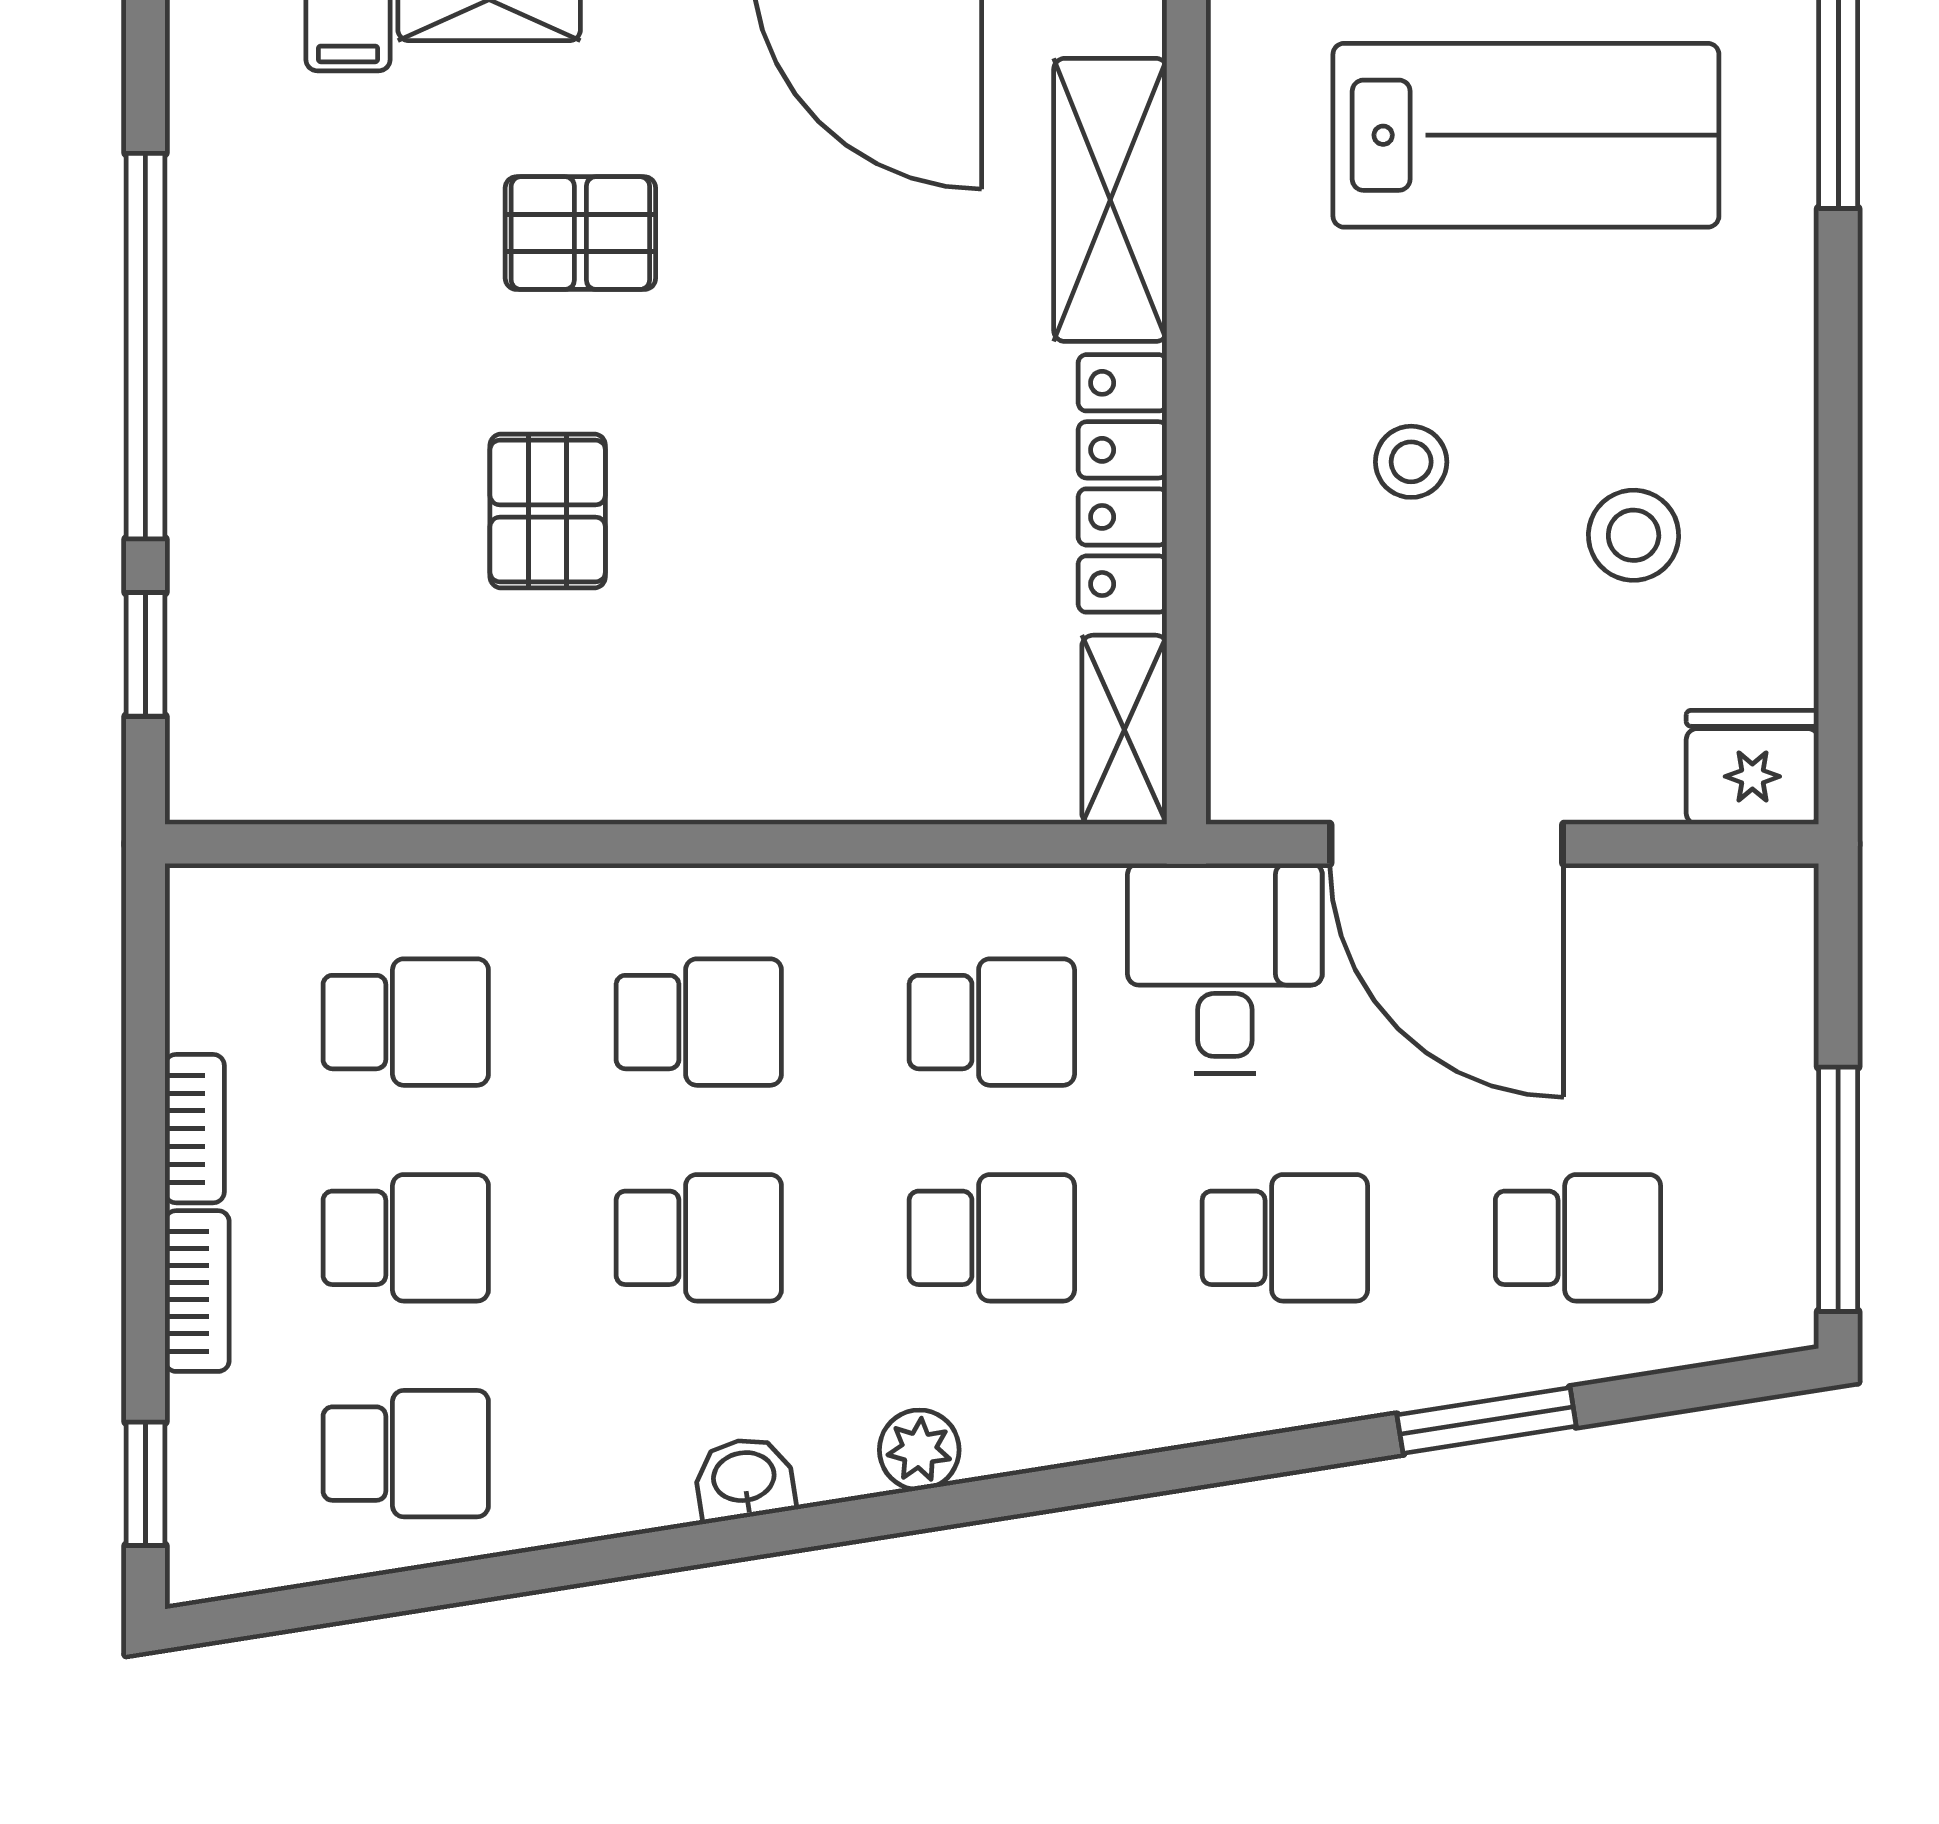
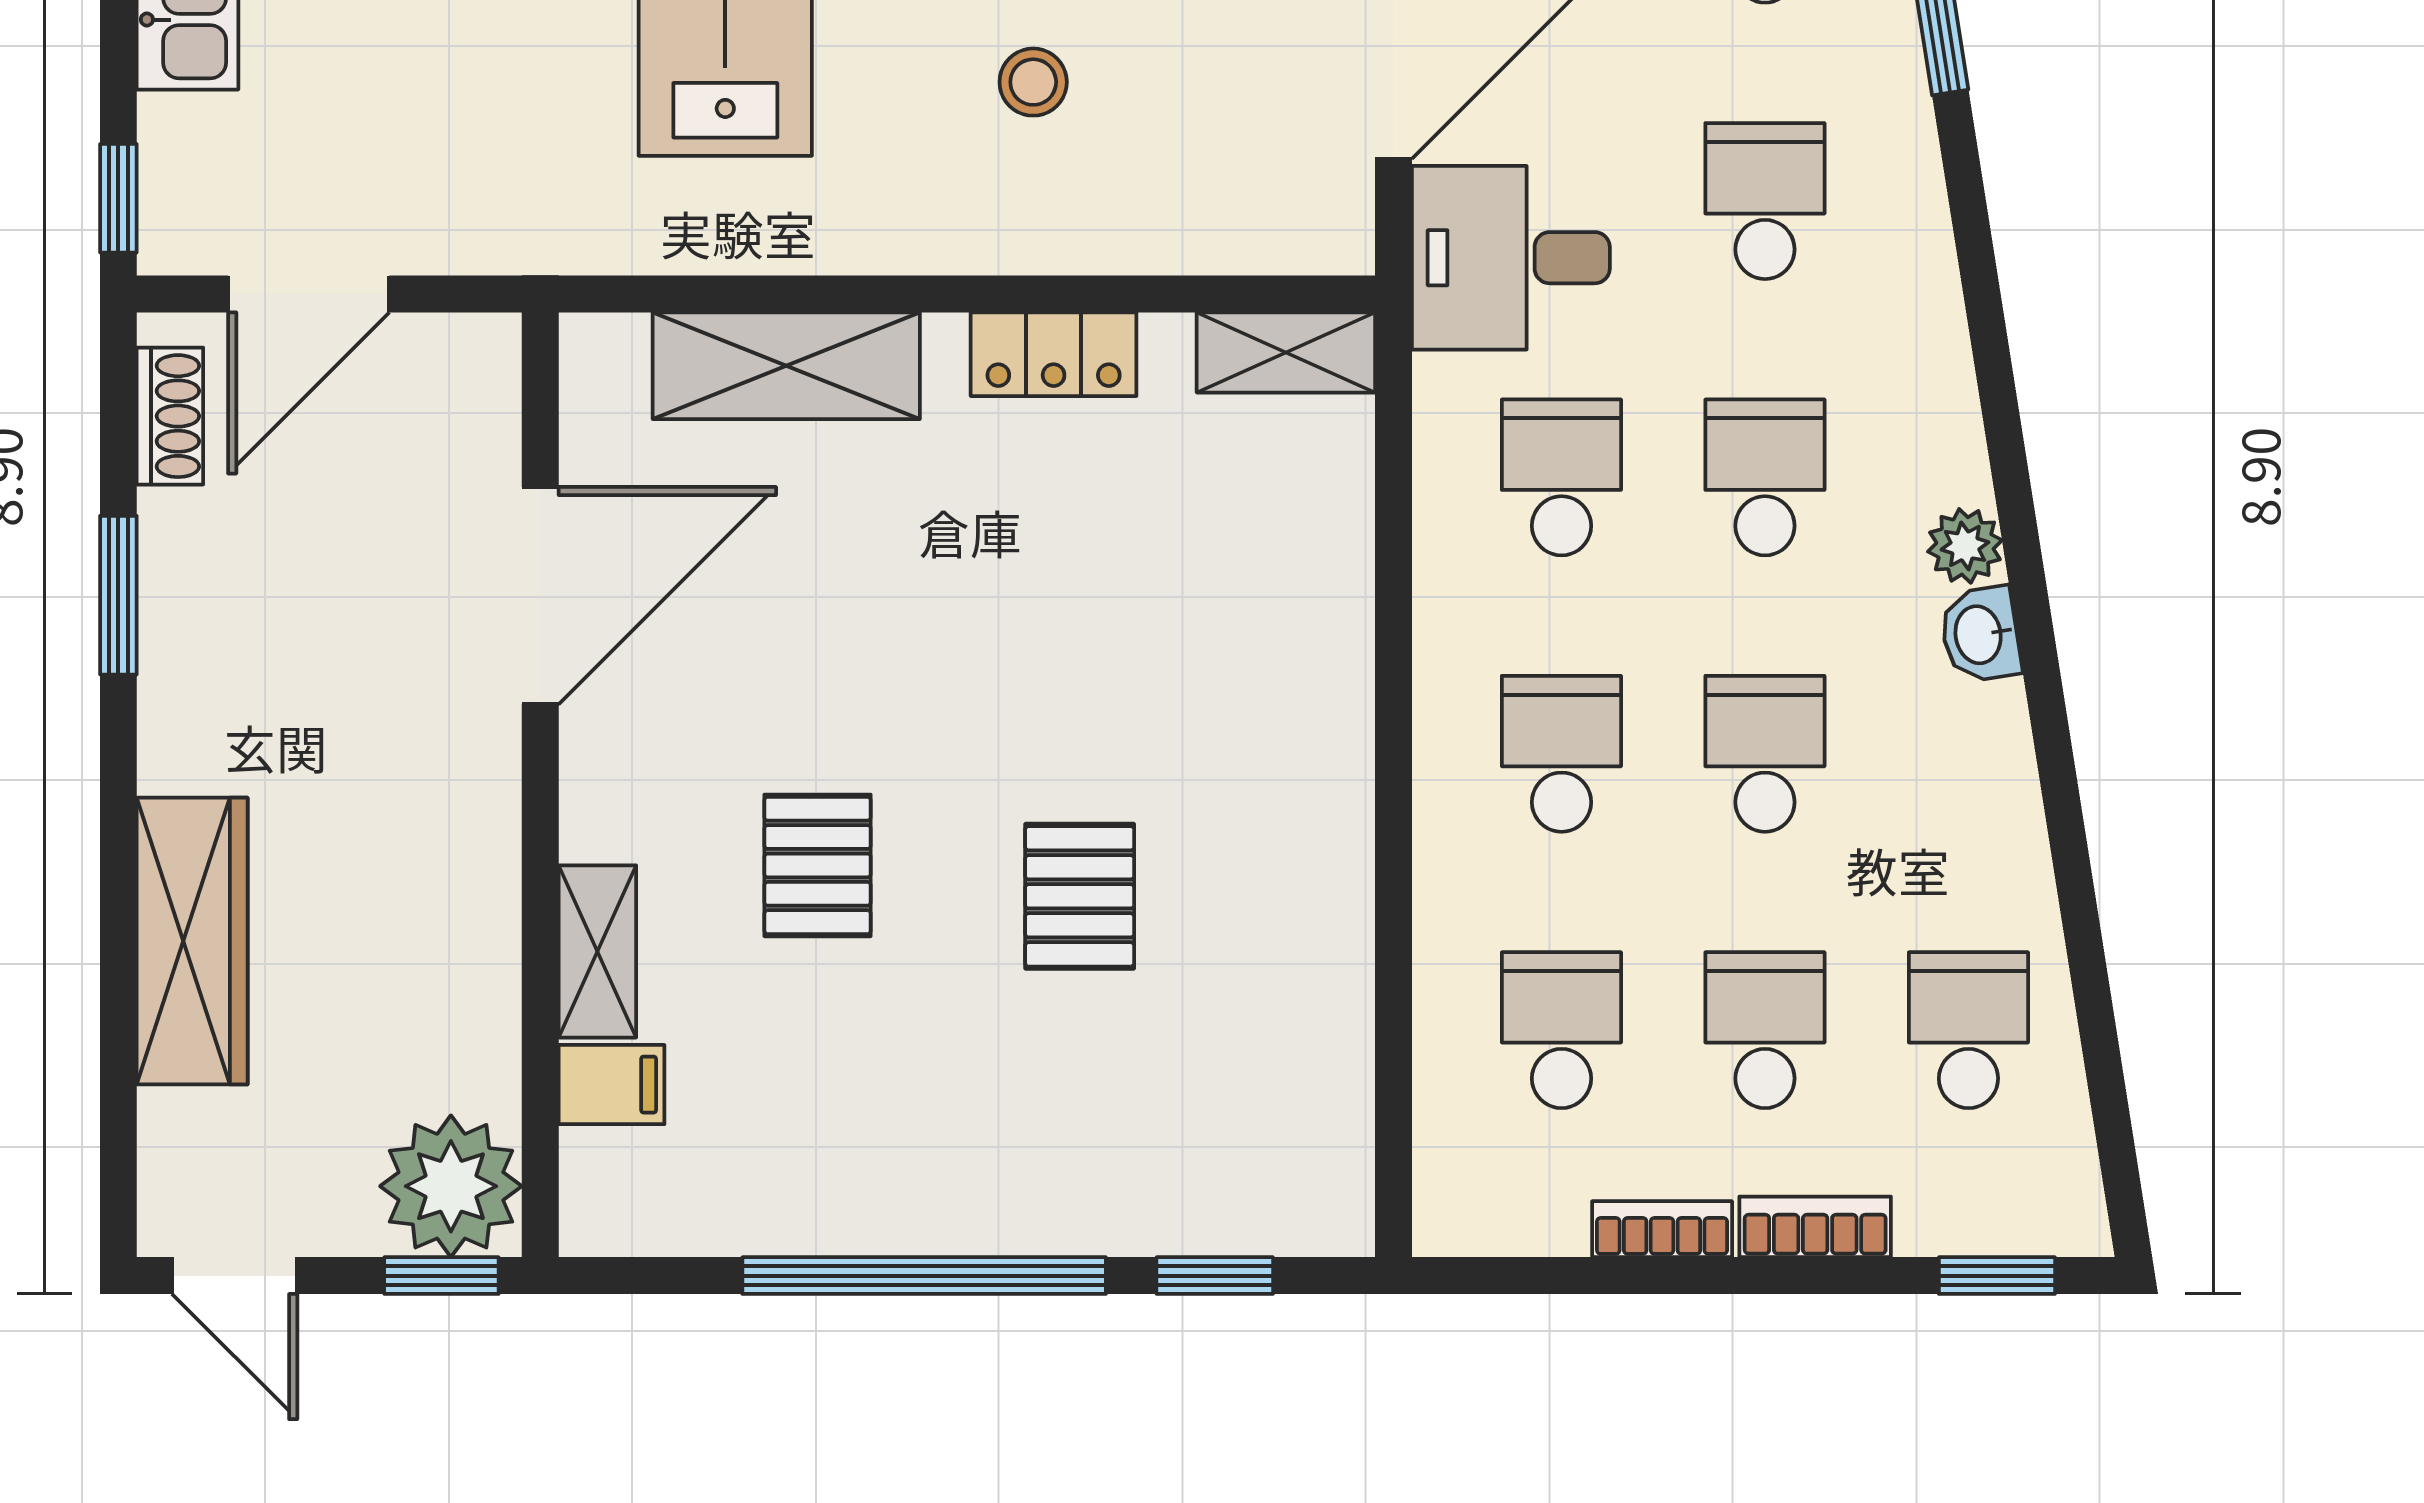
locker: (1123, 483) -> (1054, 354), width x0.66
pallet: (548, 511) -> (1080, 896), turned 90
washbasin: (744, 1479) -> (1980, 634), moved

